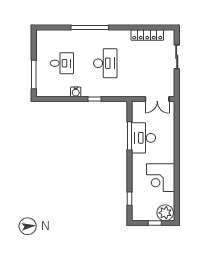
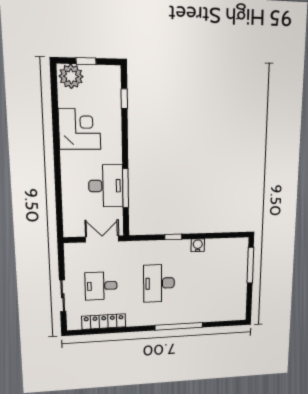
desk: (62, 63) -> (101, 286), moved
double door: (157, 99) -> (102, 239), moved

